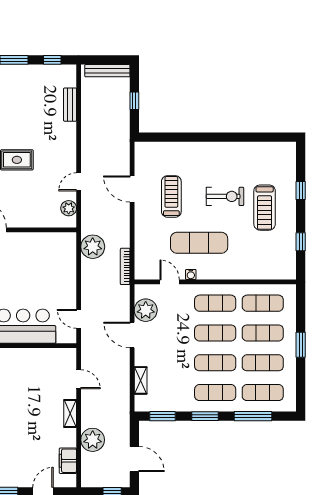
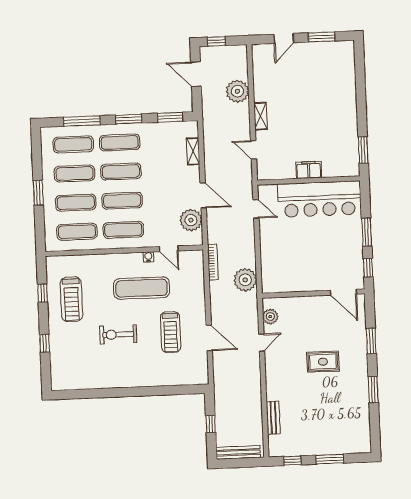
treadmill: (265, 208) -> (71, 299), moved, turned 180
filing cabinet: (68, 461) -> (309, 170), moved, turned -90

